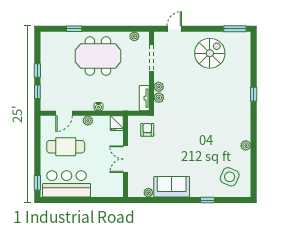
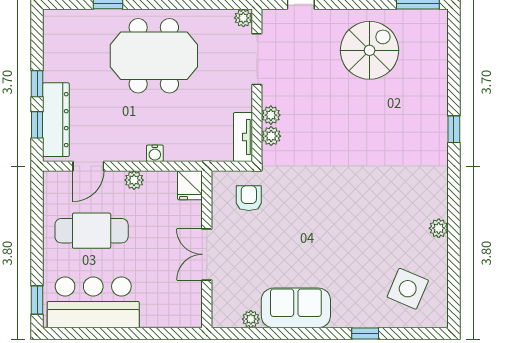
plant: (134, 36) -> (243, 18), moved
dresser: (47, 89) -> (56, 120), added

